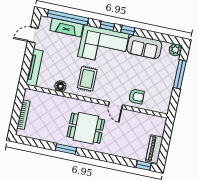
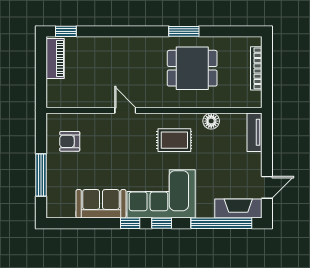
fireplace: (67, 27) -> (238, 208), moved
plant: (175, 50) -> (55, 209), removed
tv unit: (35, 68) -> (254, 132), width x0.71
rug: (87, 79) -> (174, 140), turned 90
armchair: (136, 97) -> (70, 141), moved
dining table: (86, 128) -> (192, 68), moved

